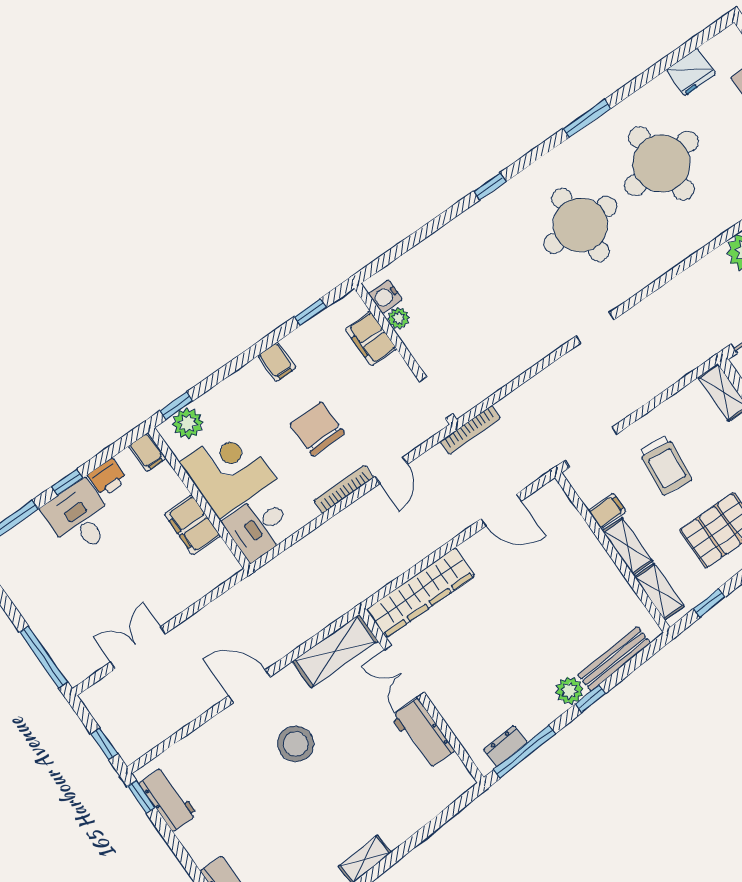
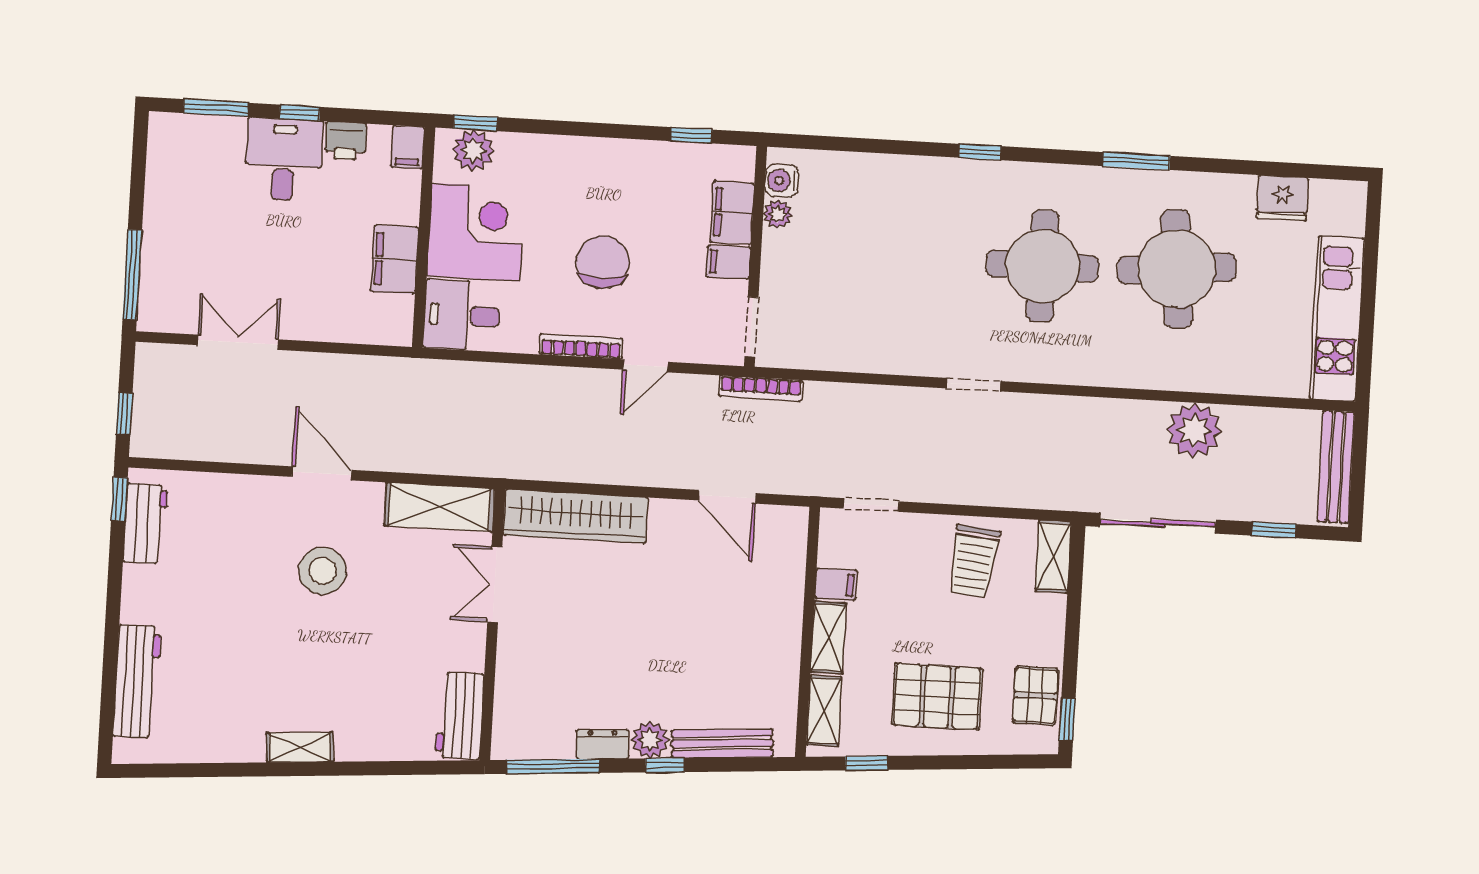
filing cabinet: (277, 362) -> (728, 262), moved, turned 90
doorway: (591, 447) -> (871, 505), width x0.73
trolley: (665, 465) -> (973, 561), moved
workbench: (423, 734) -> (460, 716), moved
dresser: (505, 746) -> (603, 744), moved

